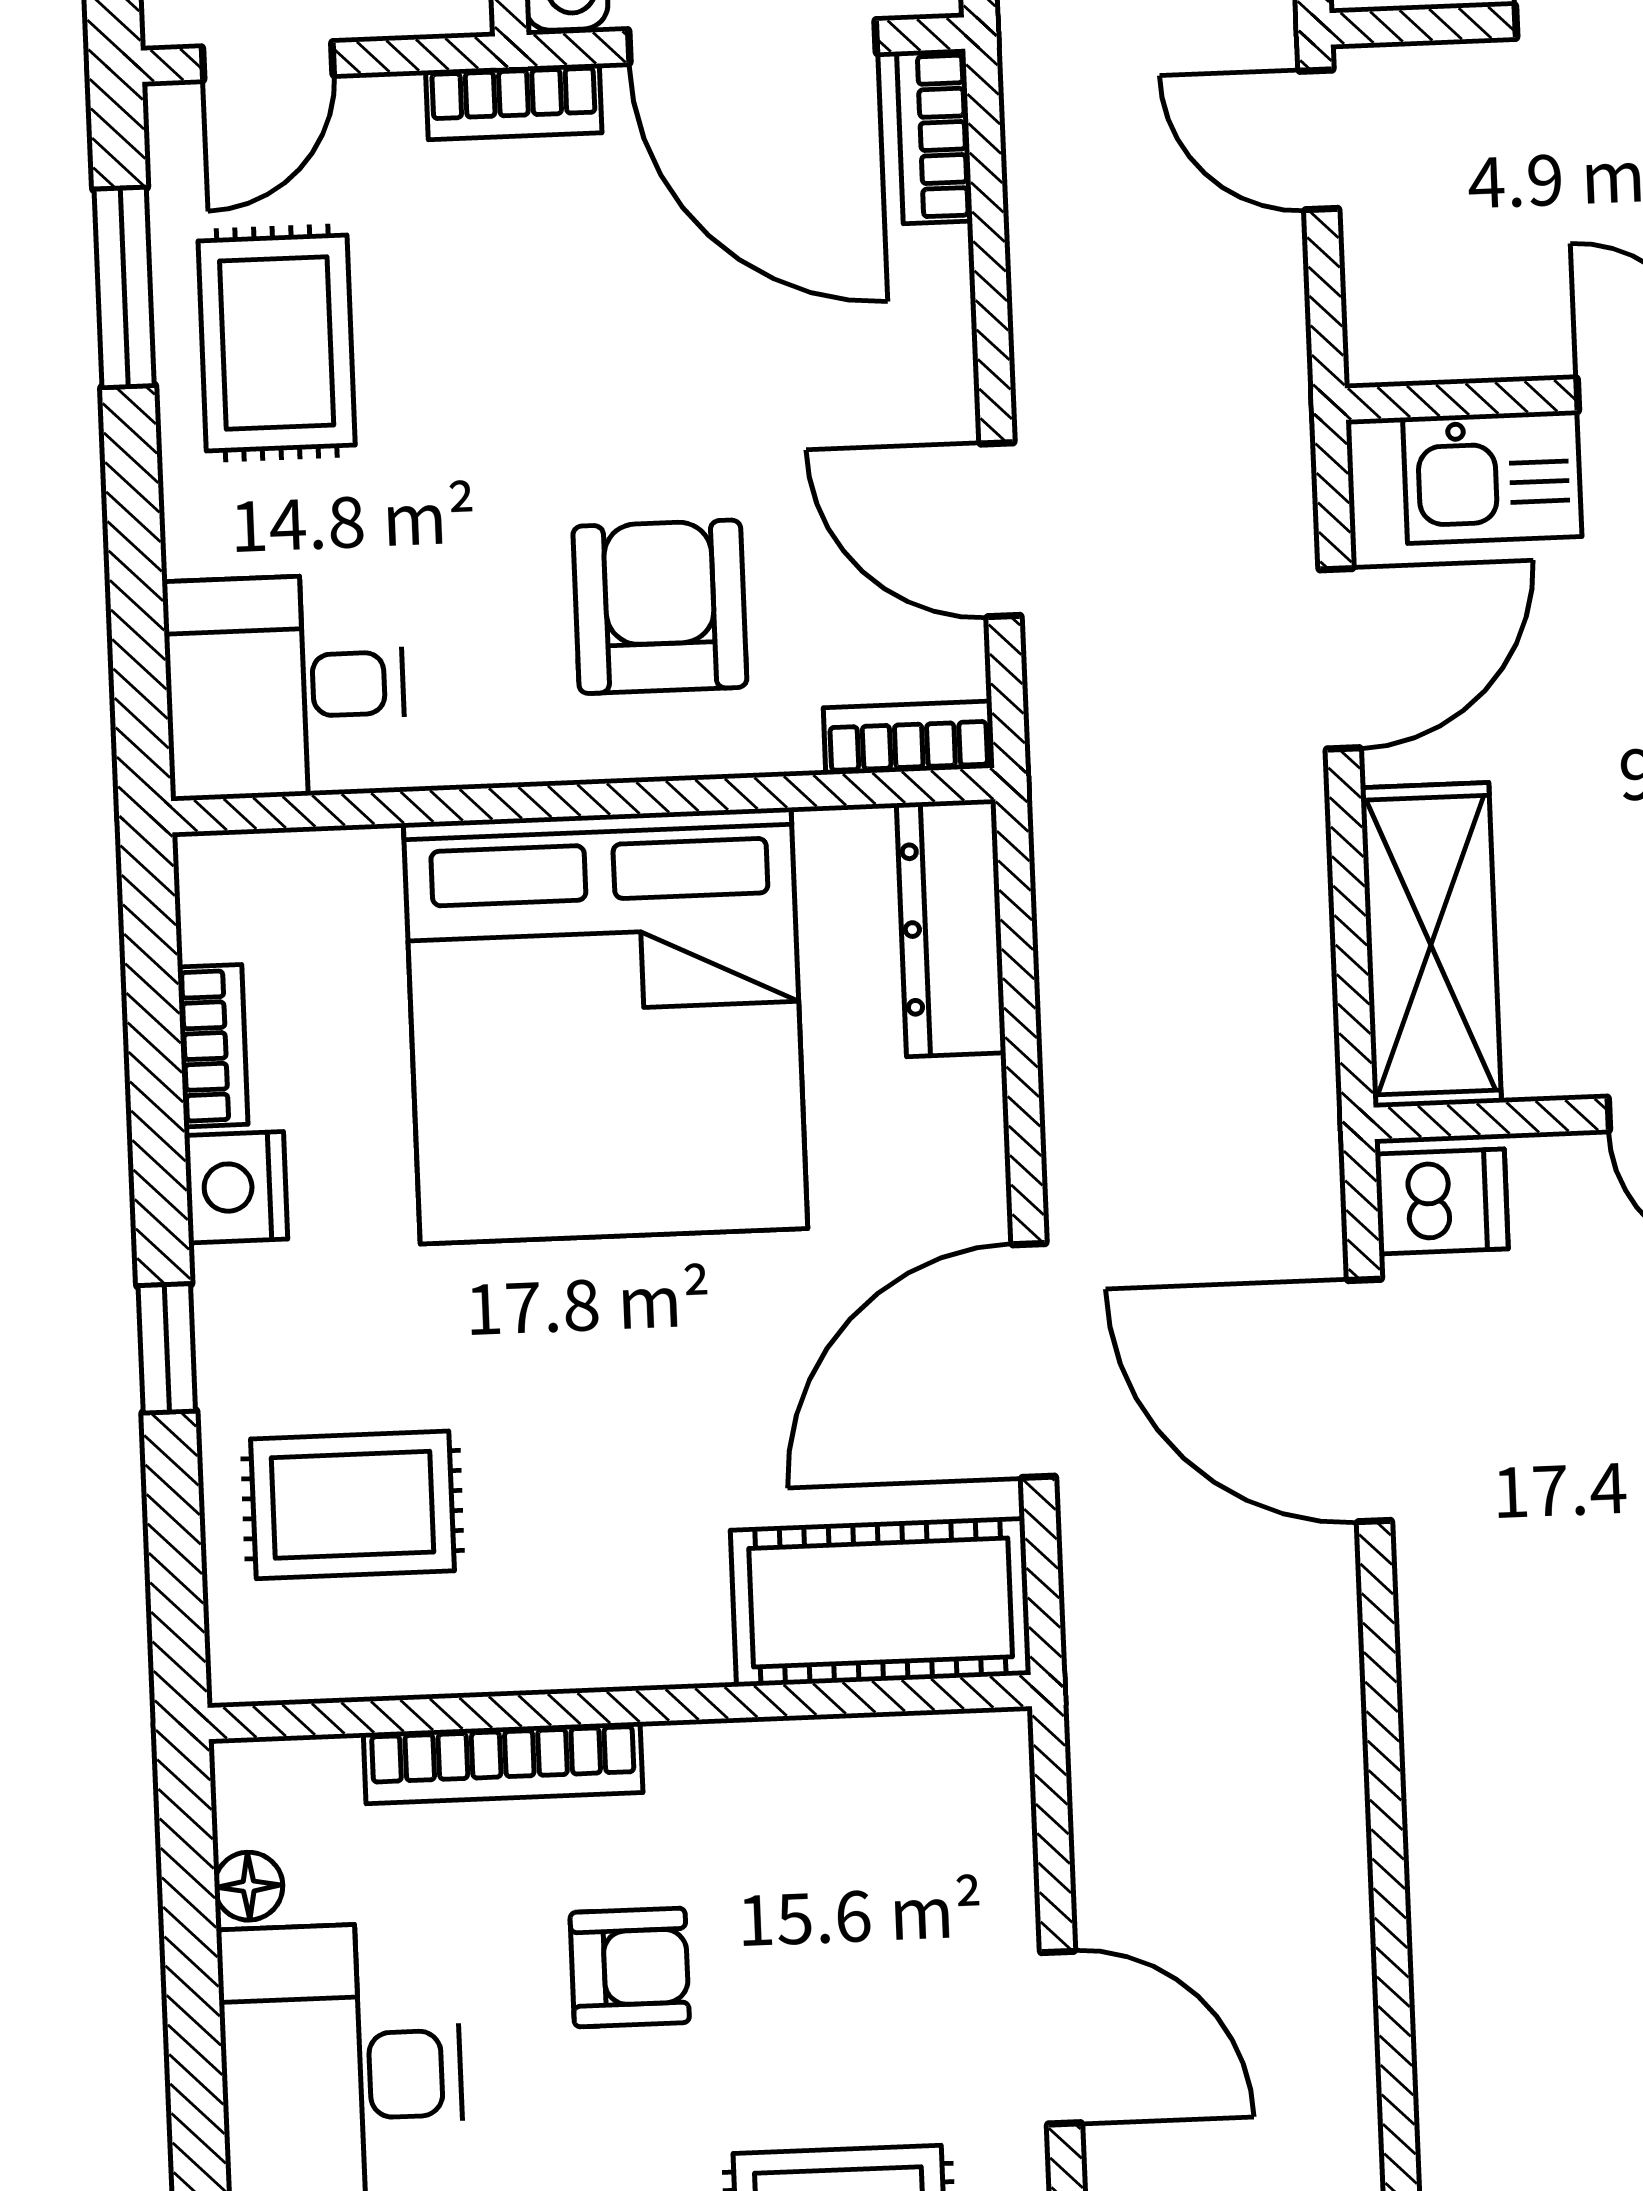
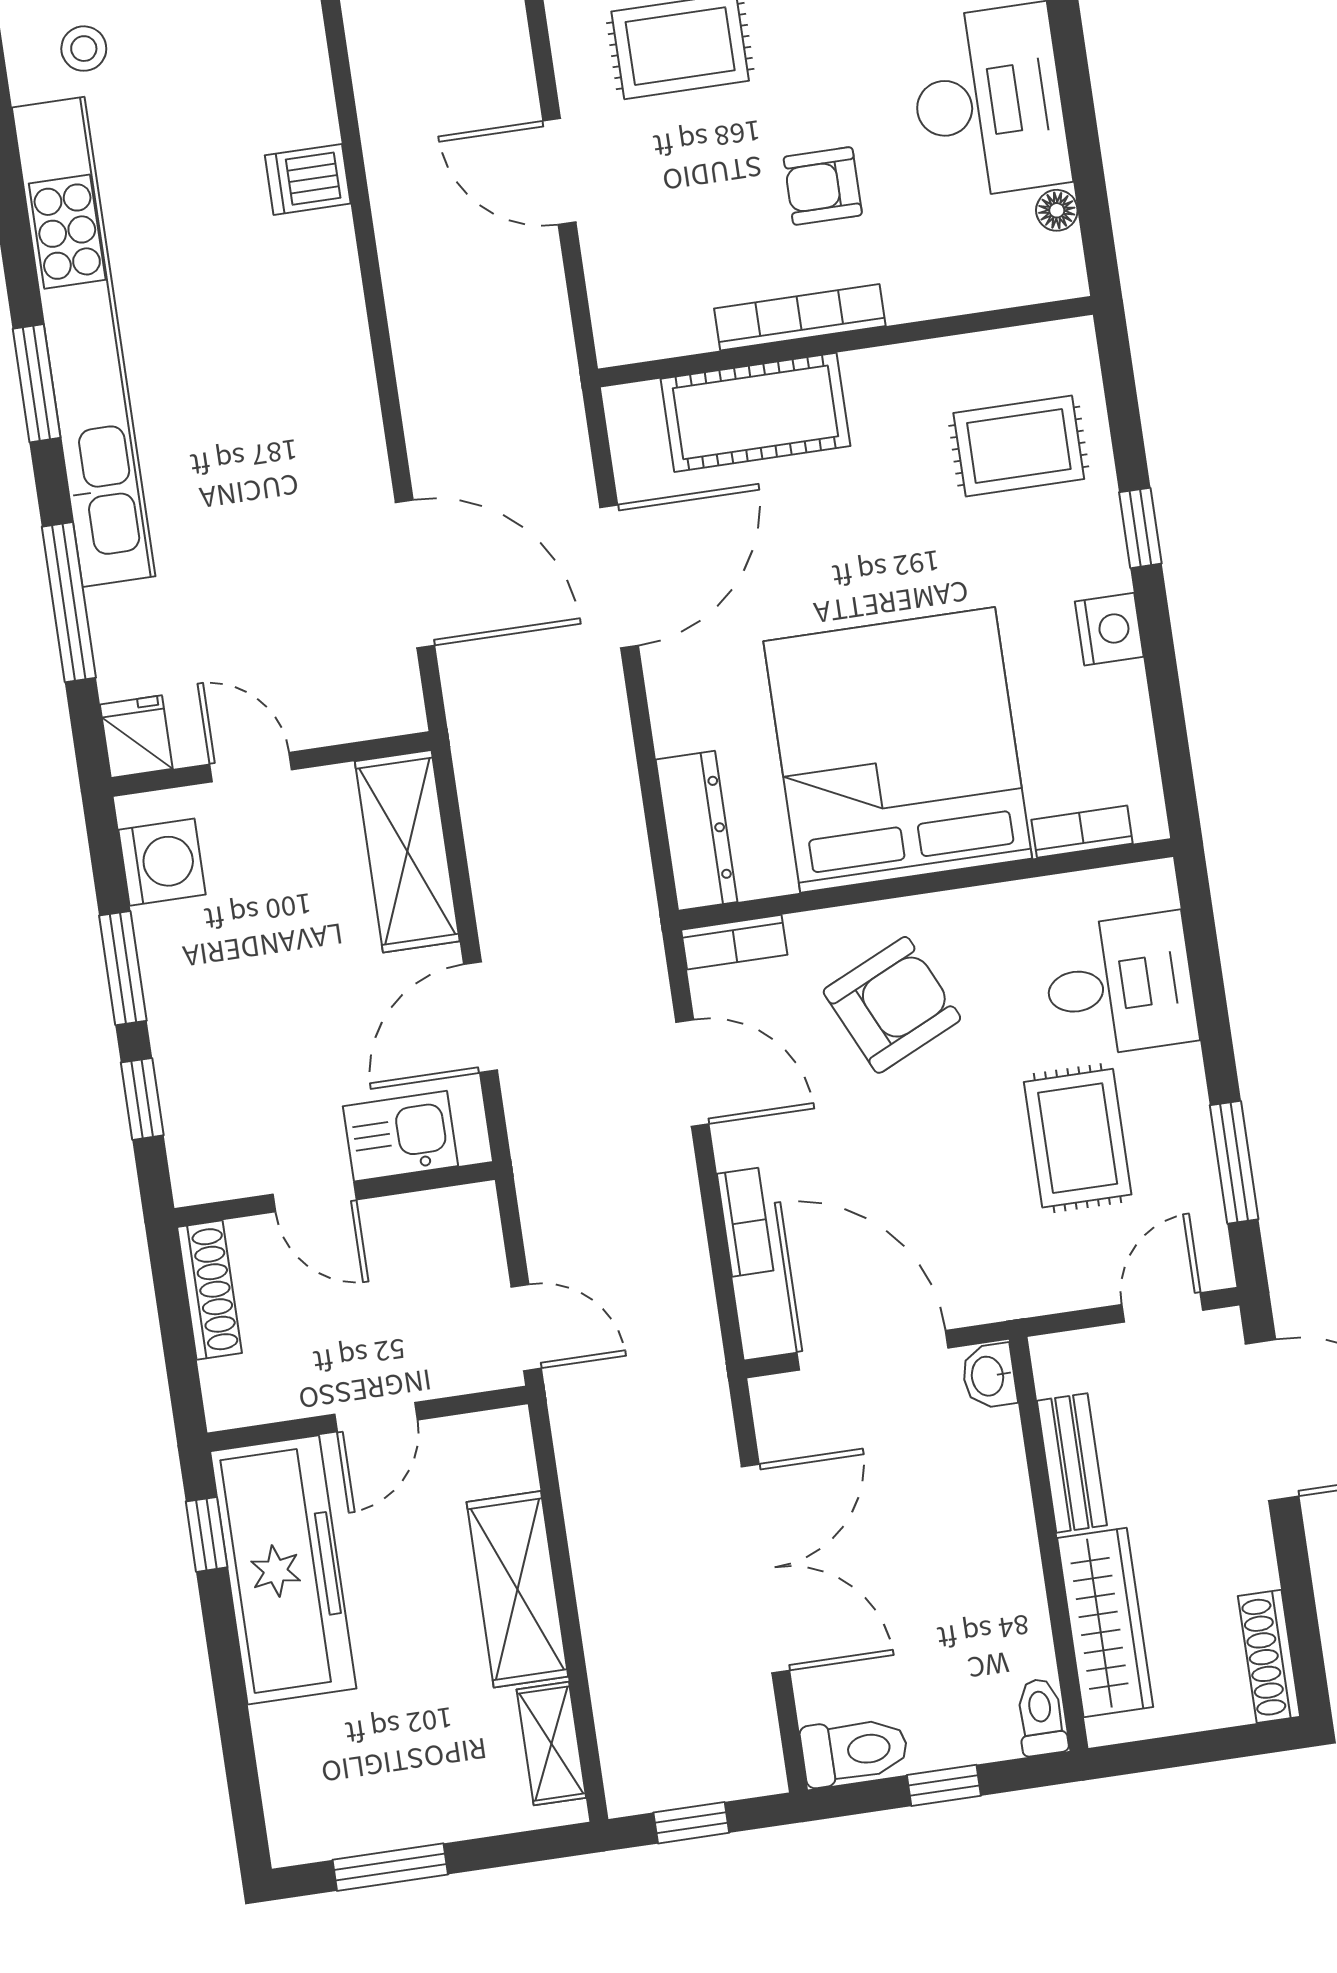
bookcase: (514, 102) -> (1012, 1299), removed
bookcase: (934, 136) -> (745, 1222), moved
rug: (277, 343) -> (1078, 1138), moved
armchair: (660, 607) -> (892, 1005), turned -115
desk: (285, 687) -> (1120, 985), moved
bookcase: (213, 1046) -> (1082, 832), moved, turned 90
dishwasher: (1442, 1201) -> (308, 179), moved
cot: (881, 1603) -> (755, 412), moved
bookcase: (503, 1763) -> (800, 317), moved

